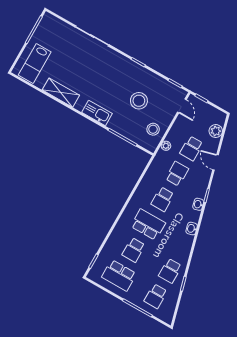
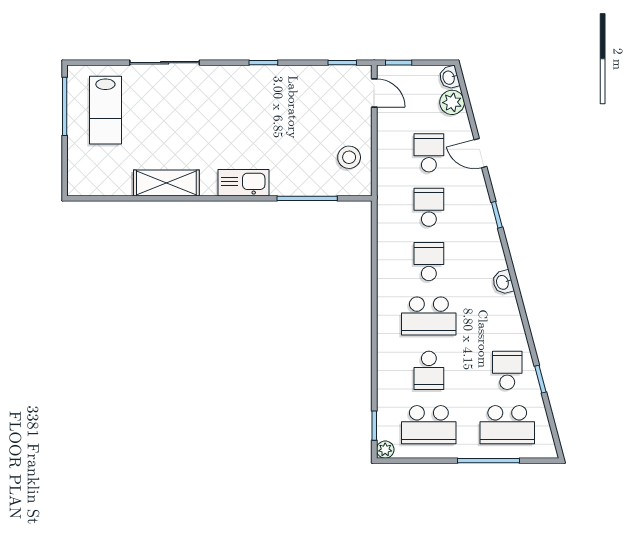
lab bench: (35, 64) -> (105, 110), moved
stool: (139, 101) -> (300, 124), removed
plant: (166, 146) -> (385, 450), moved
school desk: (191, 148) -> (429, 153), turned 180
school desk: (163, 199) -> (429, 262), turned 180
washbasin: (198, 204) -> (449, 78), moved
school desk: (148, 225) -> (429, 316), turned 180
school desk: (170, 271) -> (507, 370), turned 180
school desk: (156, 296) -> (507, 425), width x1.85

